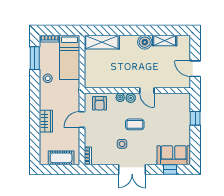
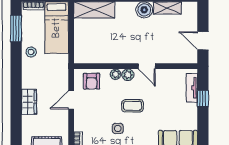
tv unit: (186, 109) -> (192, 88), added

